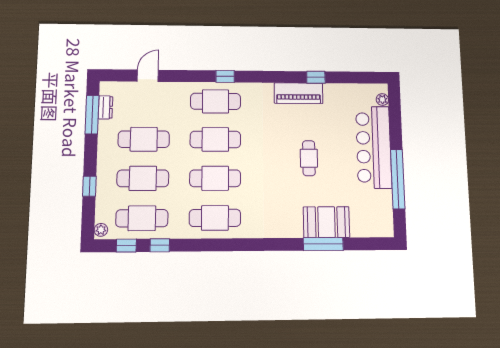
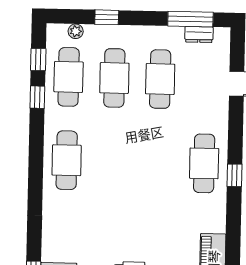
cafe table: (215, 139) -> (158, 162), removed
cafe table: (215, 178) -> (112, 161), removed
plant: (101, 230) -> (76, 31), moved

